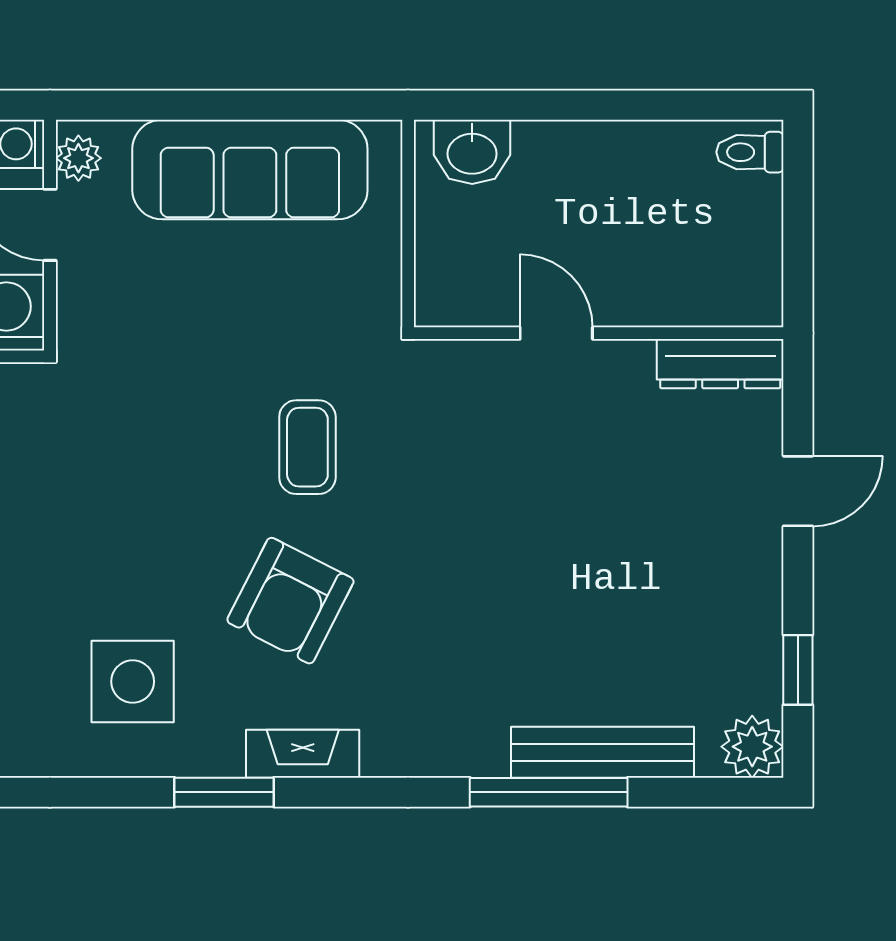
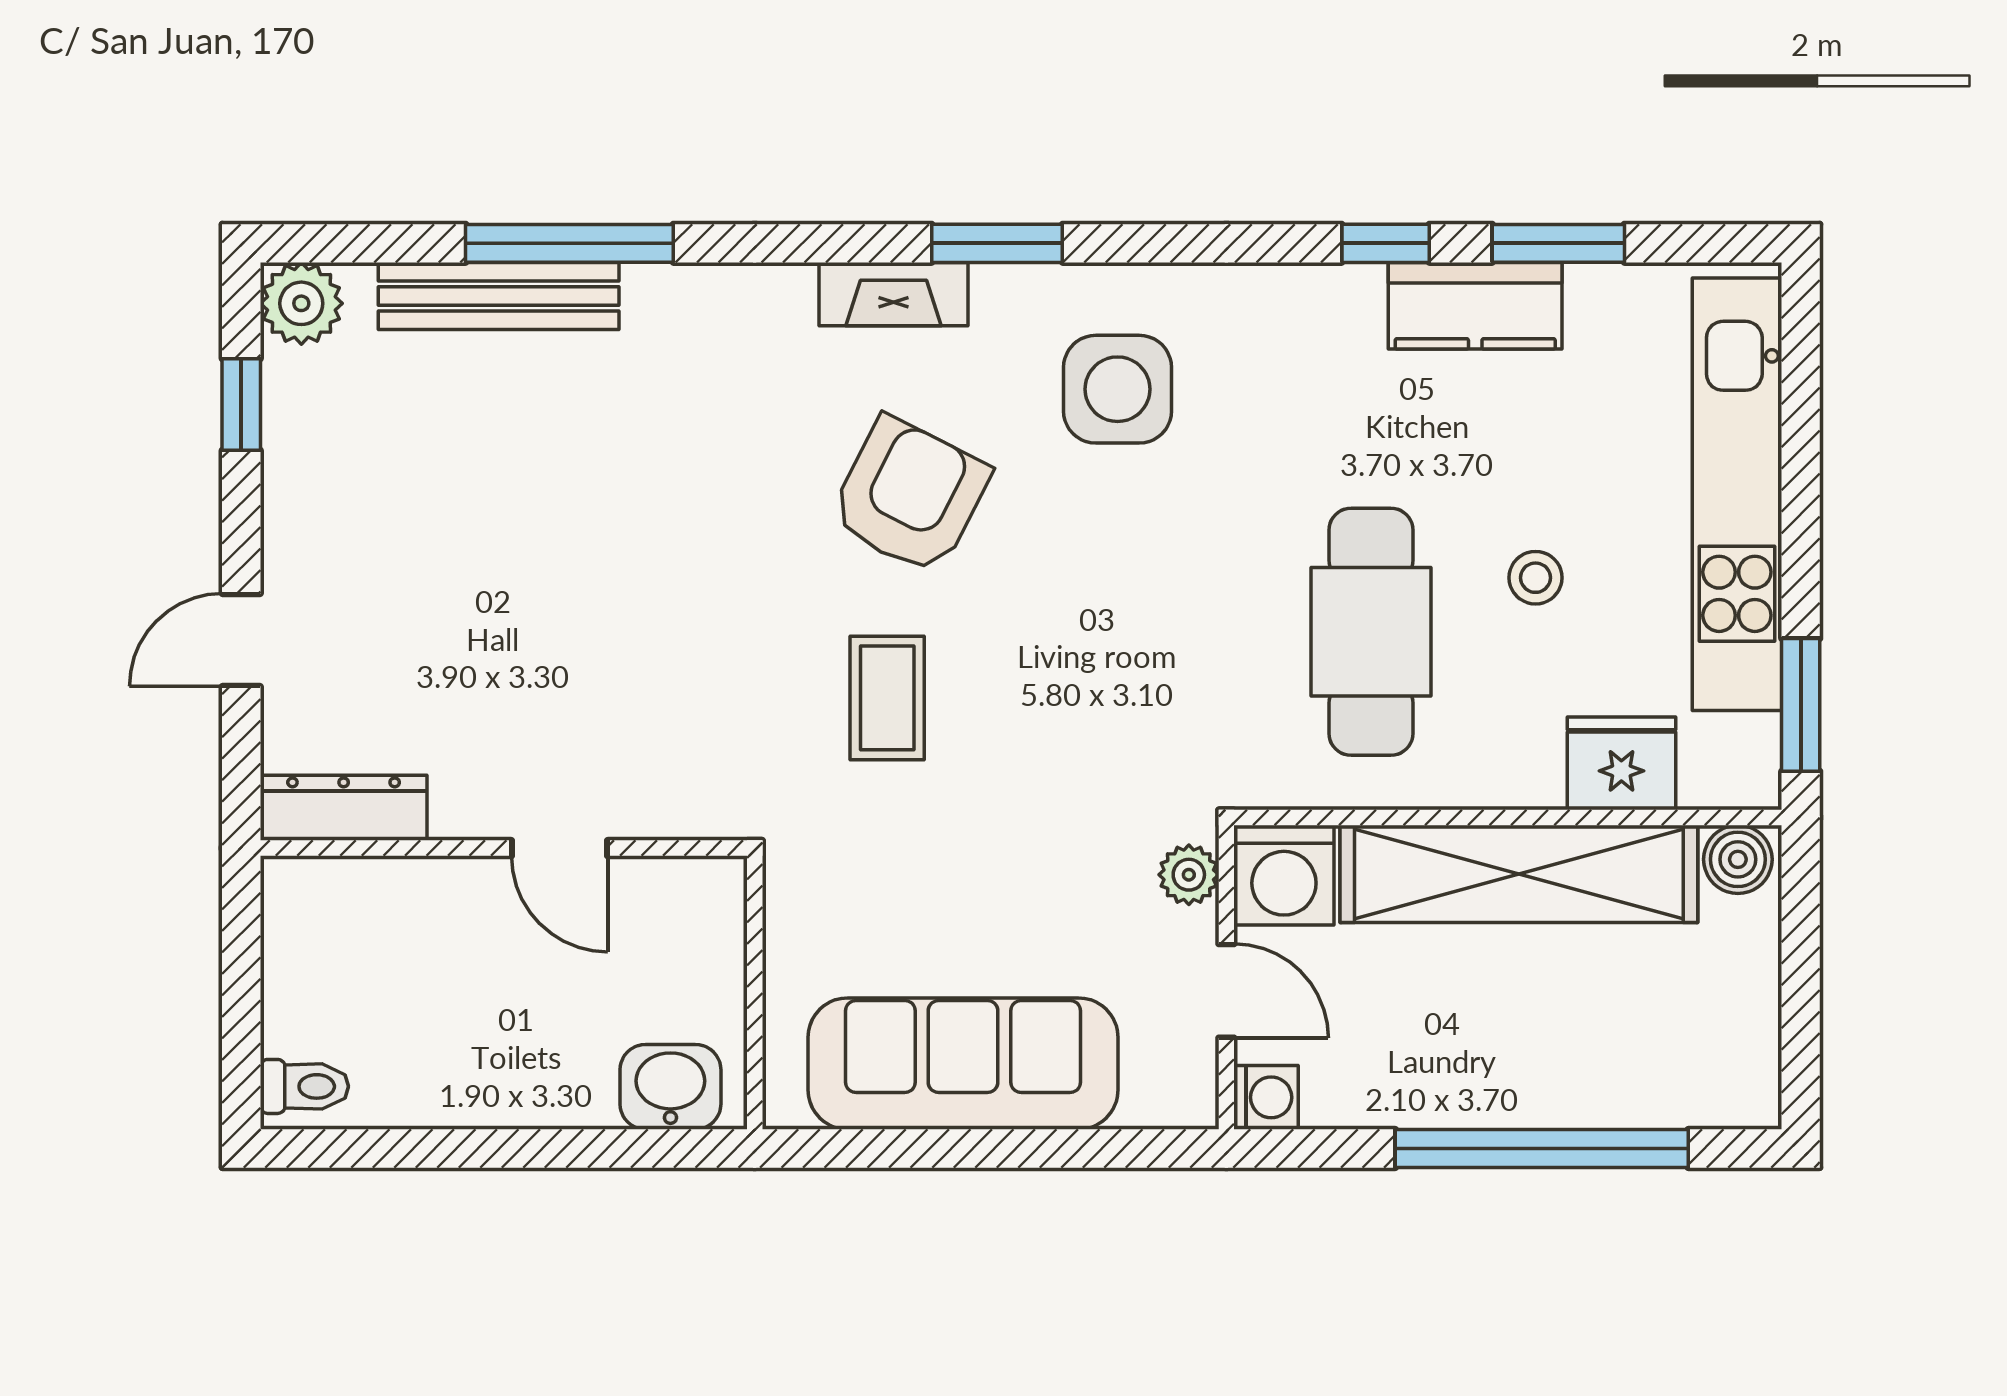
plant: (78, 158) -> (1189, 875), moved

